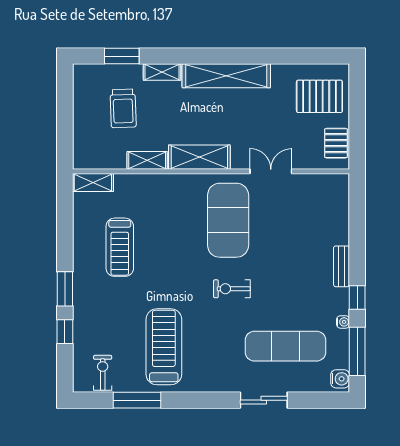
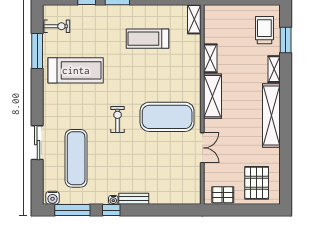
trolley: (123, 108) -> (264, 30), moved, turned 92
water cooler: (343, 322) -> (113, 200), moved

